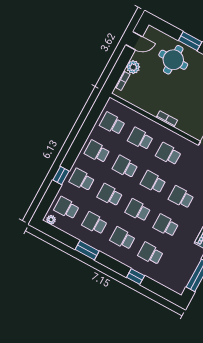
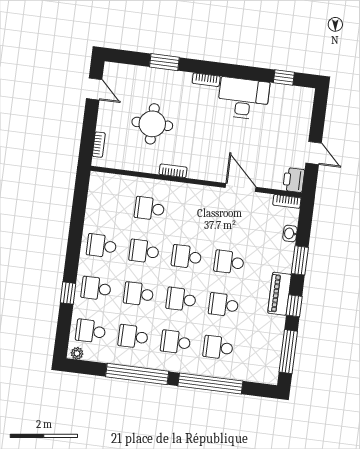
door: (134, 41) -> (94, 89), hinge flipped
round table: (173, 60) -> (152, 124), moved
plant: (133, 67) -> (106, 122), removed
school desk: (112, 123) -> (107, 203), removed
school desk: (168, 154) -> (192, 214), removed
window: (87, 250) -> (137, 374), width x2.11
window: (136, 277) -> (210, 383), width x3.17

